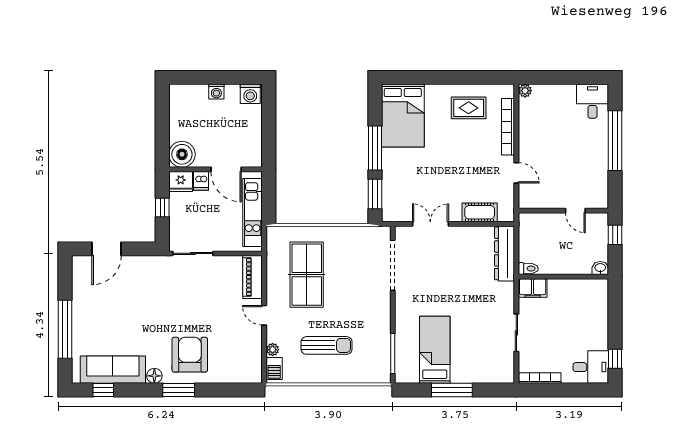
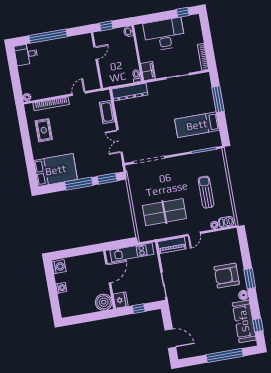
dishwasher: (201, 181) -> (118, 288), removed
desk: (591, 367) -> (164, 34), moved, width x1.87, depth x1.30
window: (452, 390) -> (218, 99), moved

